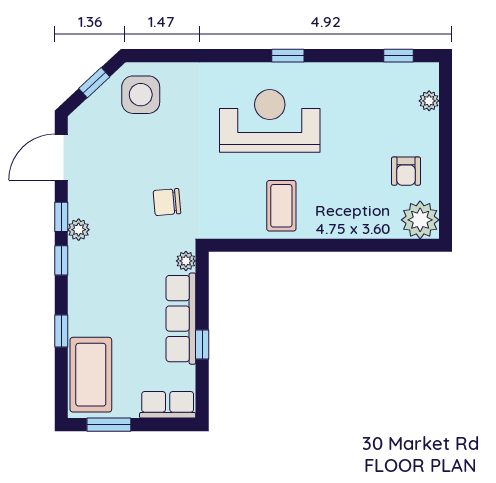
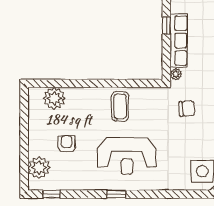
plant: (429, 101) -> (39, 168), width x1.87, depth x1.87
armchair: (406, 171) -> (66, 144), moved
plant: (420, 220) -> (54, 98), moved

